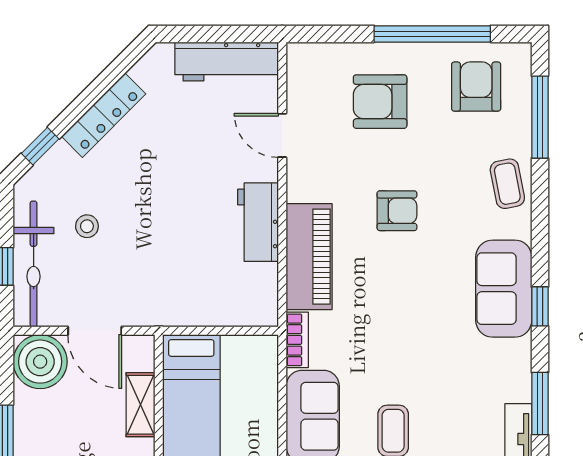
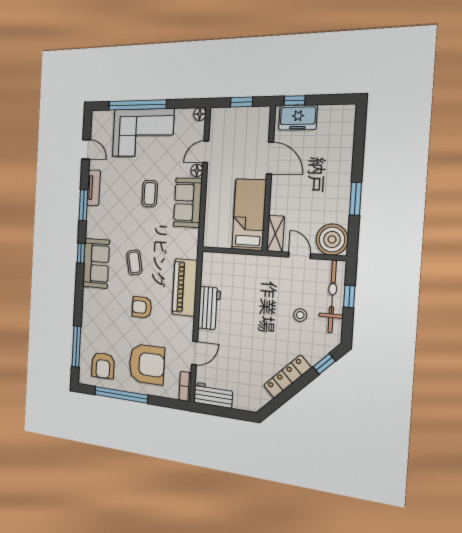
workbench: (227, 62) -> (213, 395), width x0.73
armchair: (380, 102) -> (147, 364), width x1.36, depth x1.36
door: (282, 135) -> (194, 353), hinge flipped
coffee table: (507, 184) -> (134, 262), moved
door: (95, 331) -> (300, 255), width x0.73
bookcase: (297, 340) -> (185, 386), moved
shelving: (140, 405) -> (275, 234), moved

